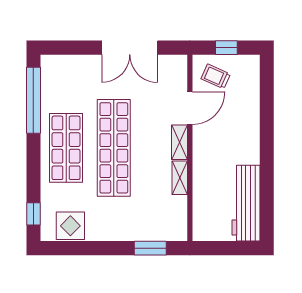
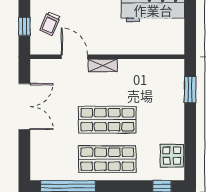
trolley: (216, 76) -> (50, 24), moved
shop shelf: (114, 148) -> (107, 120), width x0.71
shelving: (180, 178) -> (132, 65), removed

